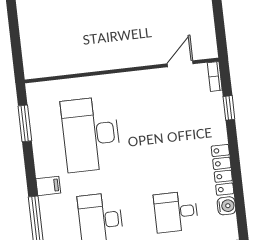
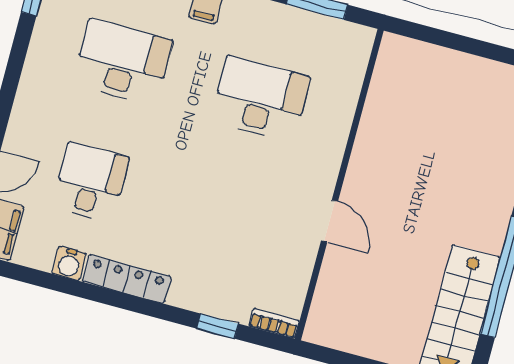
door: (180, 64) -> (330, 221), moved
desk: (91, 134) -> (260, 99), width x0.73, depth x0.77

